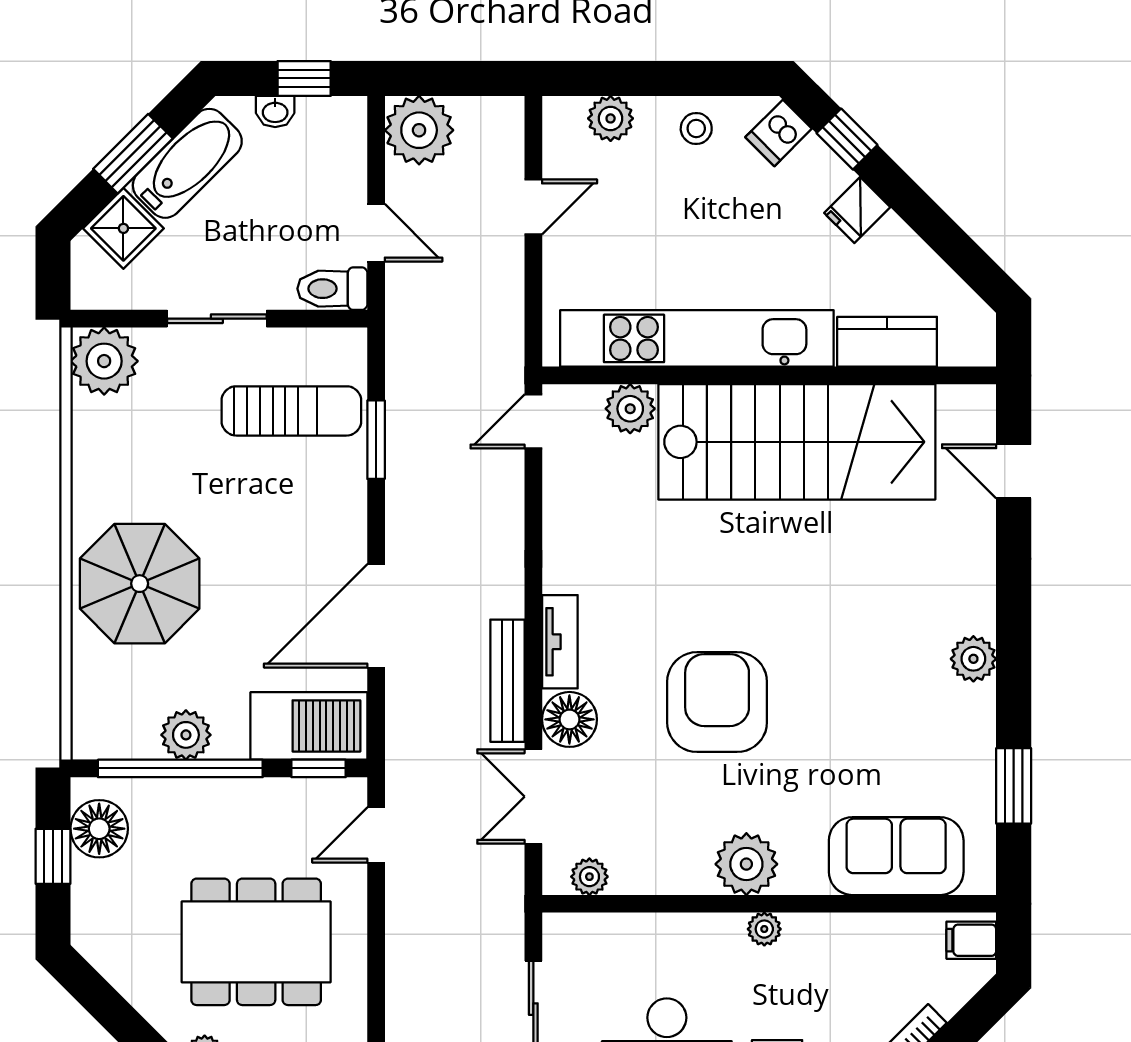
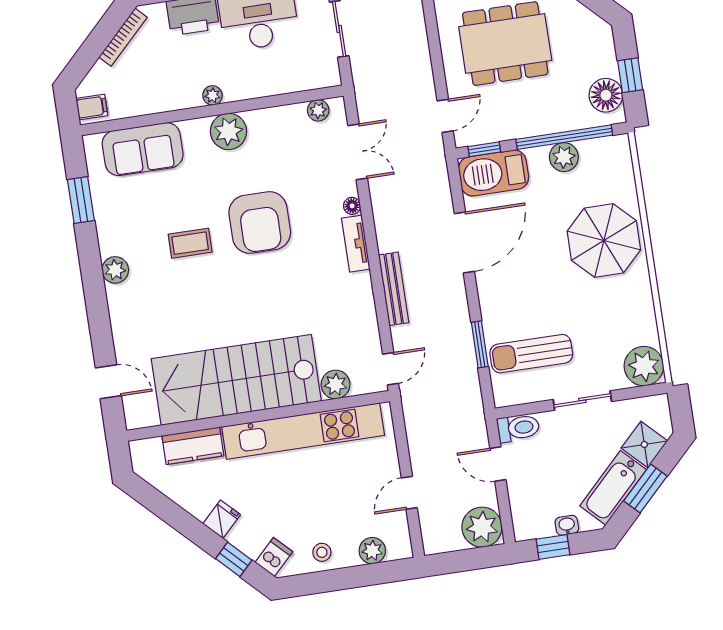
bench: (507, 681) -> (394, 289), moved
coffee table: (840, 685) -> (190, 243), added
floor lamp: (569, 719) -> (352, 206), width x0.53, depth x0.53

